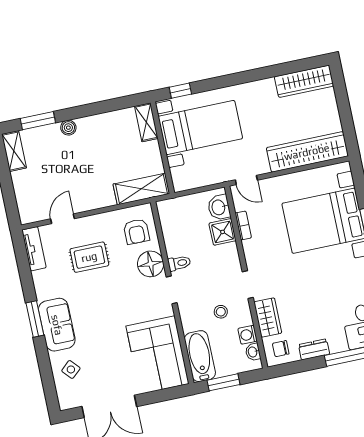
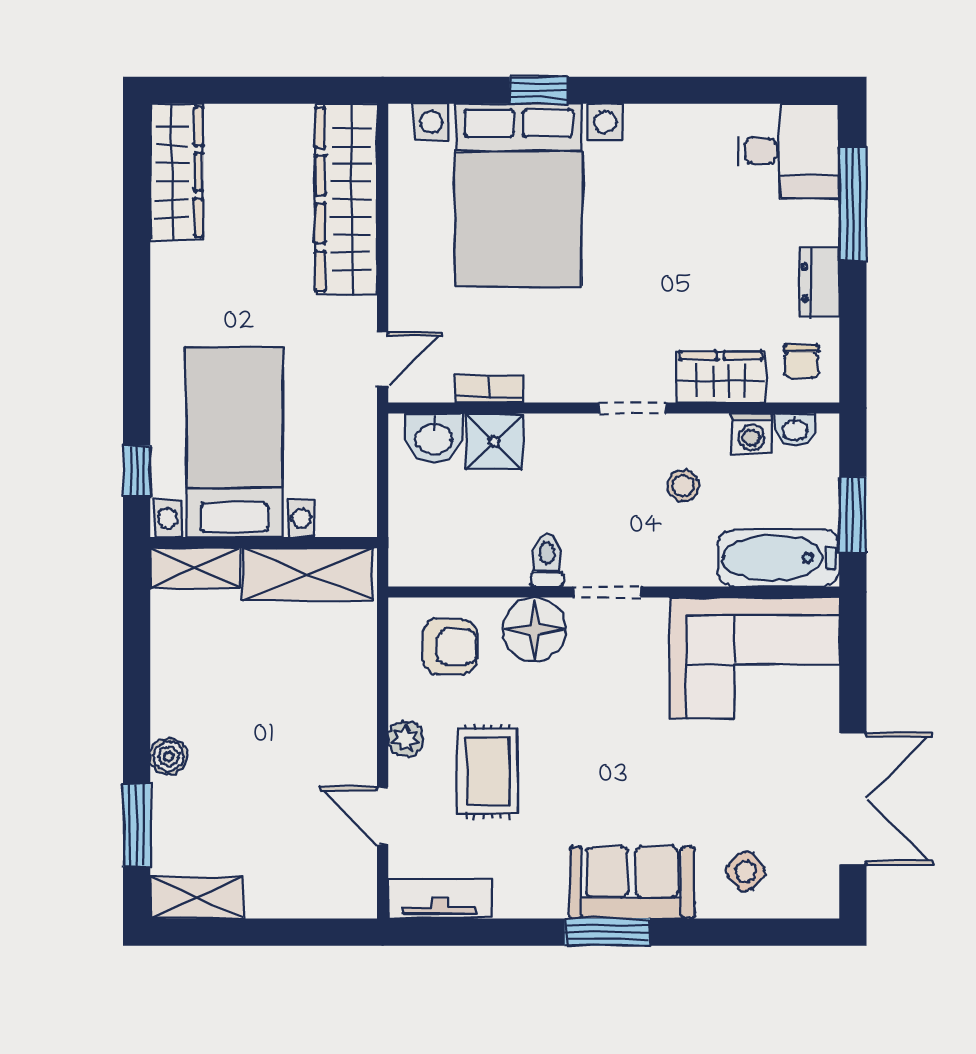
shelving: (141, 189) -> (308, 574), moved, turned 90
plant: (95, 222) -> (406, 739), added

